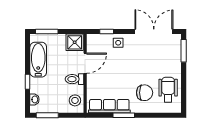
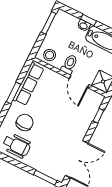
side table: (118, 43) -> (83, 121), removed
chair: (145, 93) -> (25, 122), turned 180
washbasin: (34, 99) -> (84, 26), moved

